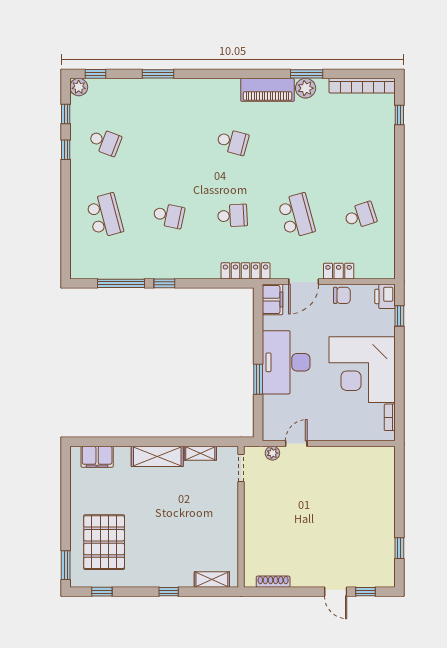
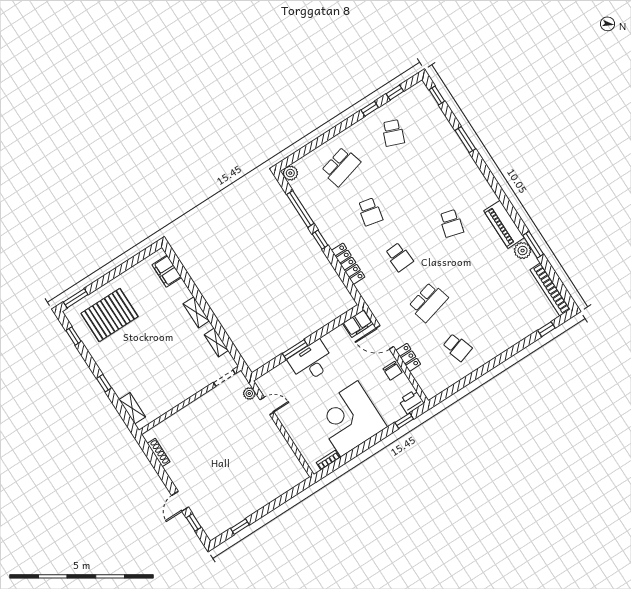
plant: (79, 87) -> (290, 173), moved
locker: (246, 271) -> (348, 264), moved
desk: (286, 362) -> (311, 362), width x0.73, depth x0.77
shelving: (157, 456) -> (196, 312), width x0.67, depth x0.75

